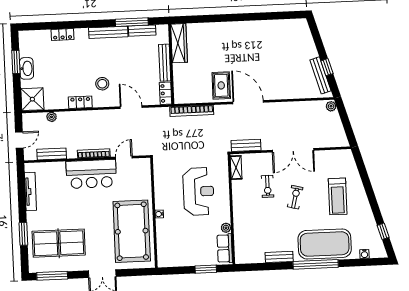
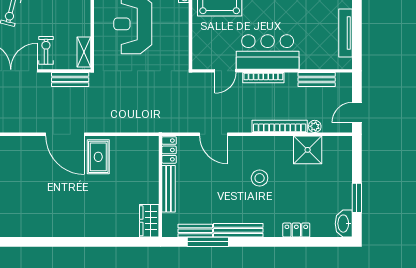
wardrobe: (179, 43) -> (149, 221), width x0.67
washbasin: (27, 68) -> (344, 224), moved
stool: (102, 84) -> (260, 178), moved
shower: (32, 99) -> (308, 150), moved
locker: (80, 102) -> (278, 143), removed
bookcase: (192, 111) -> (280, 126), moved
door: (19, 140) -> (357, 113), moved
exercise bike: (268, 186) -> (46, 50), moved

